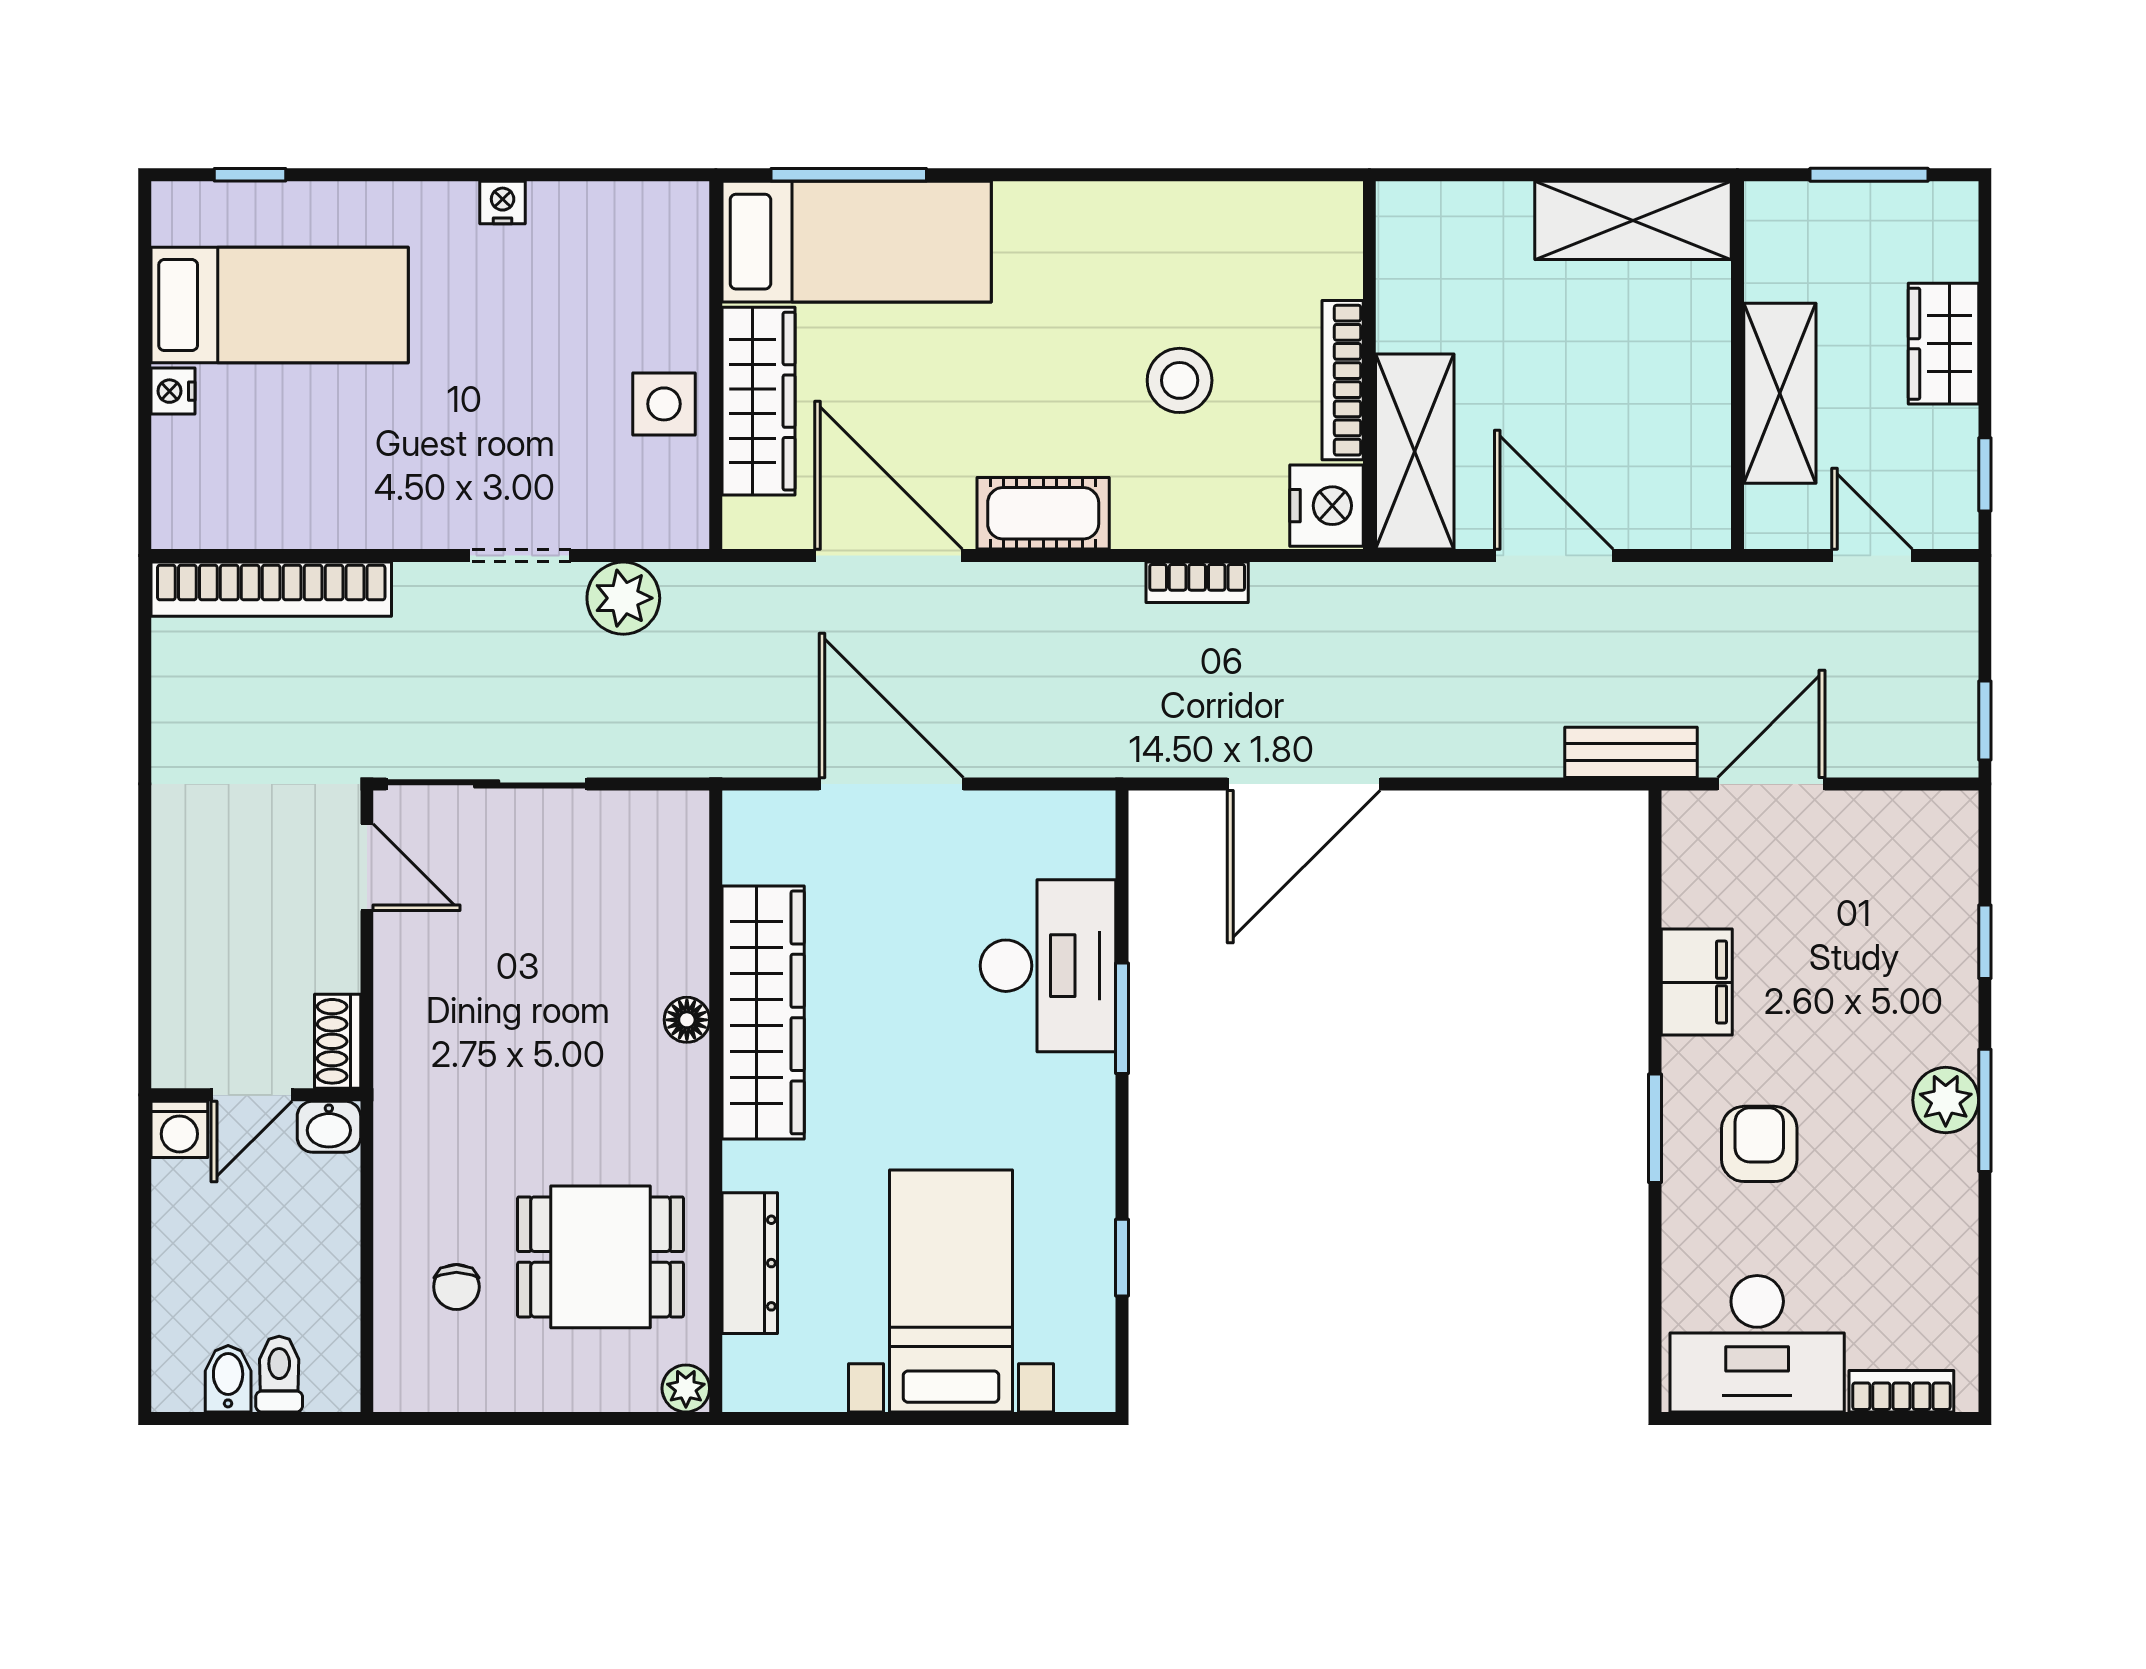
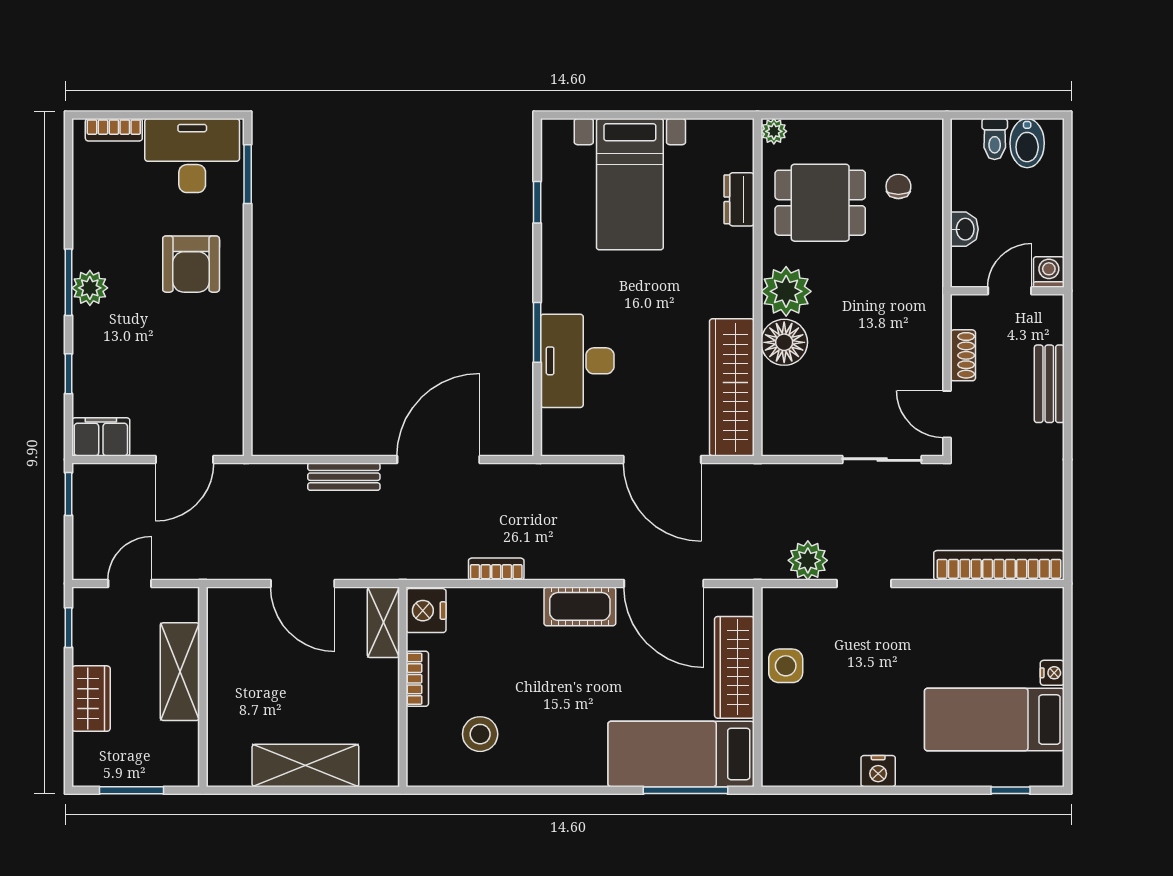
nightstand: (503, 203) -> (878, 771), width x1.39, depth x1.35
shelving: (1633, 220) -> (305, 765), moved
stool: (1180, 380) -> (480, 734), moved
bookcase: (1343, 380) -> (417, 679), width x0.64
shelving: (1415, 452) -> (383, 622), width x0.67, depth x0.75
door: (1872, 555) -> (130, 584), swing flipped
bench: (1631, 752) -> (344, 477), moved
sliding door: (487, 784) -> (882, 460), width x0.73
bench: (178, 923) -> (1049, 384), added
filing cabinet: (1697, 982) -> (101, 437), moved, turned 90
wardrobe: (763, 1012) -> (732, 387), moved
floor lamp: (687, 1020) -> (784, 342), width x1.89, depth x1.89
shoe rack: (338, 1041) -> (963, 355), moved
plant: (663, 1094) -> (786, 291), added
washbasin: (329, 1127) -> (964, 229), moved, turned 90
window: (1655, 1128) -> (248, 174), moved
armchair: (1759, 1144) -> (191, 264), width x1.38, depth x1.38
dresser: (750, 1263) -> (739, 199), width x0.70
bidet: (228, 1379) -> (1027, 143), width x1.38, depth x1.36

